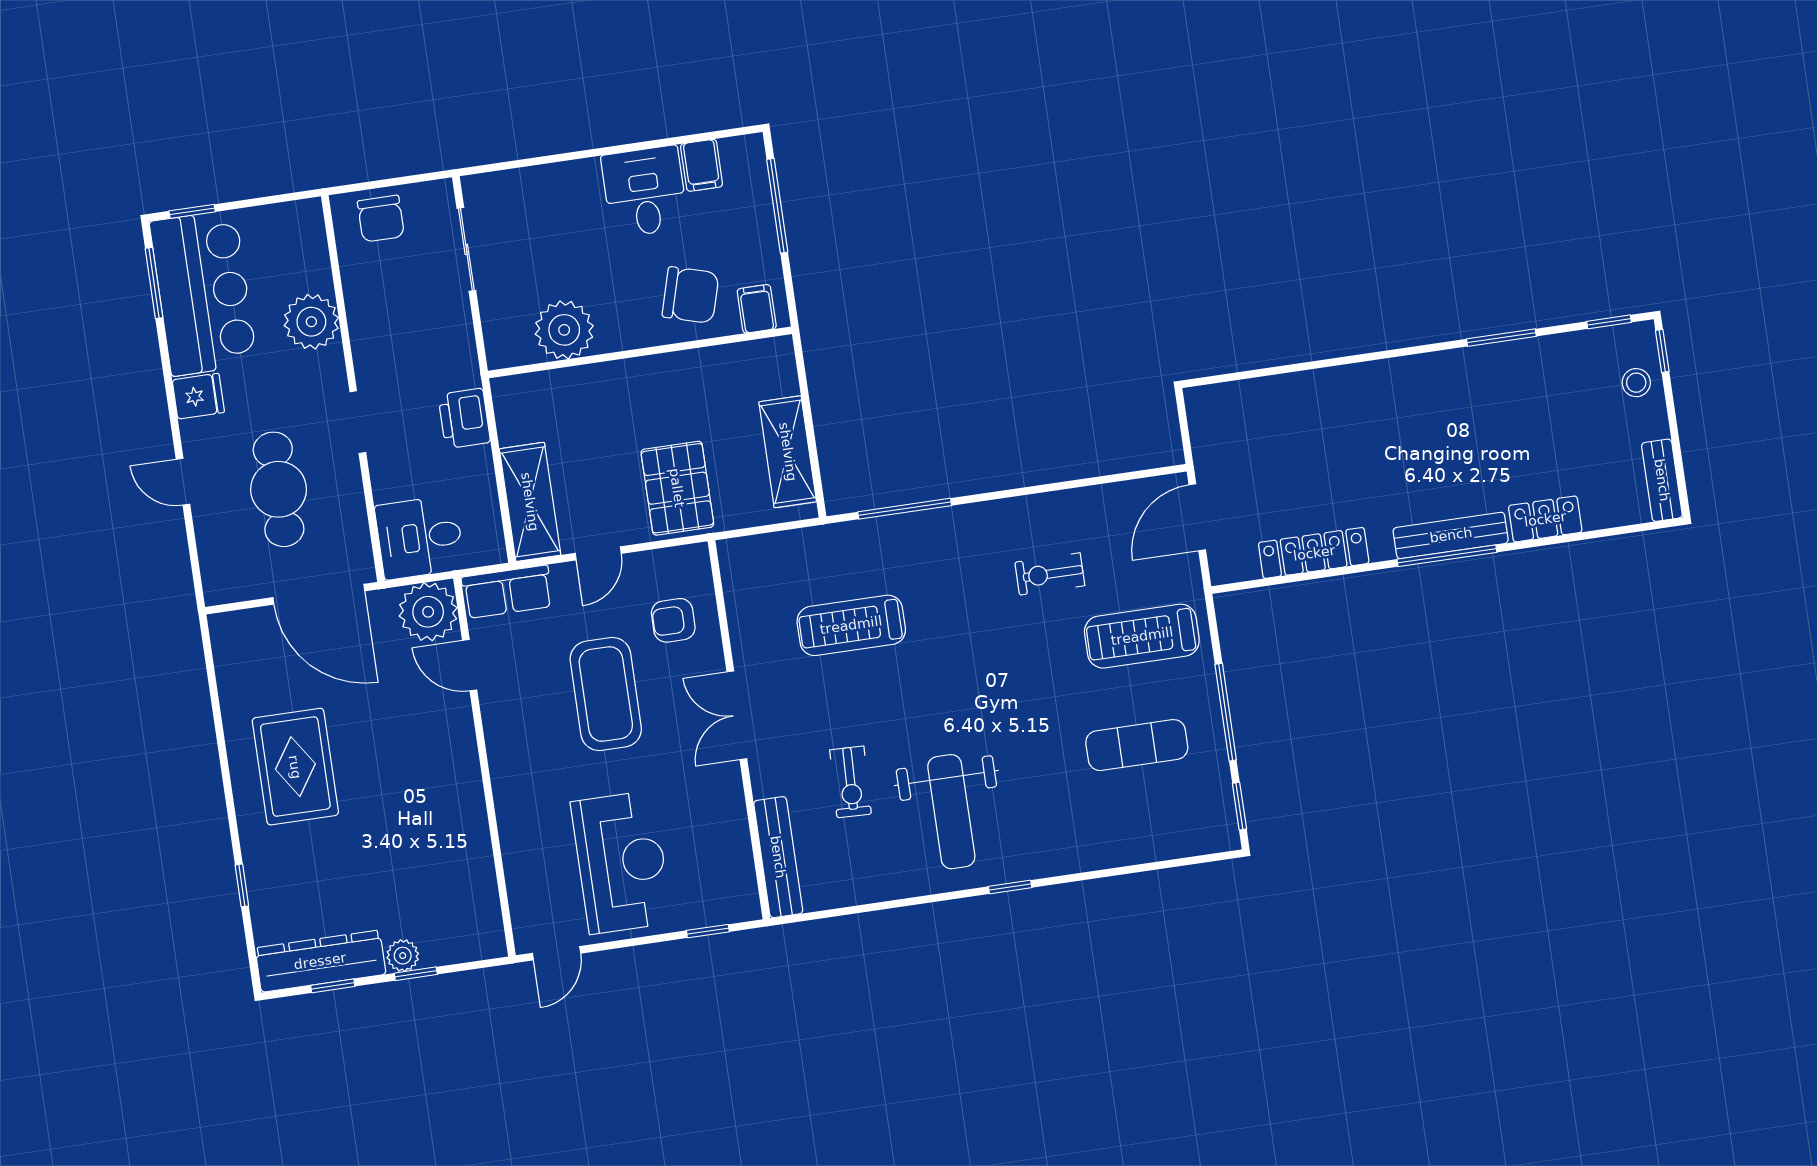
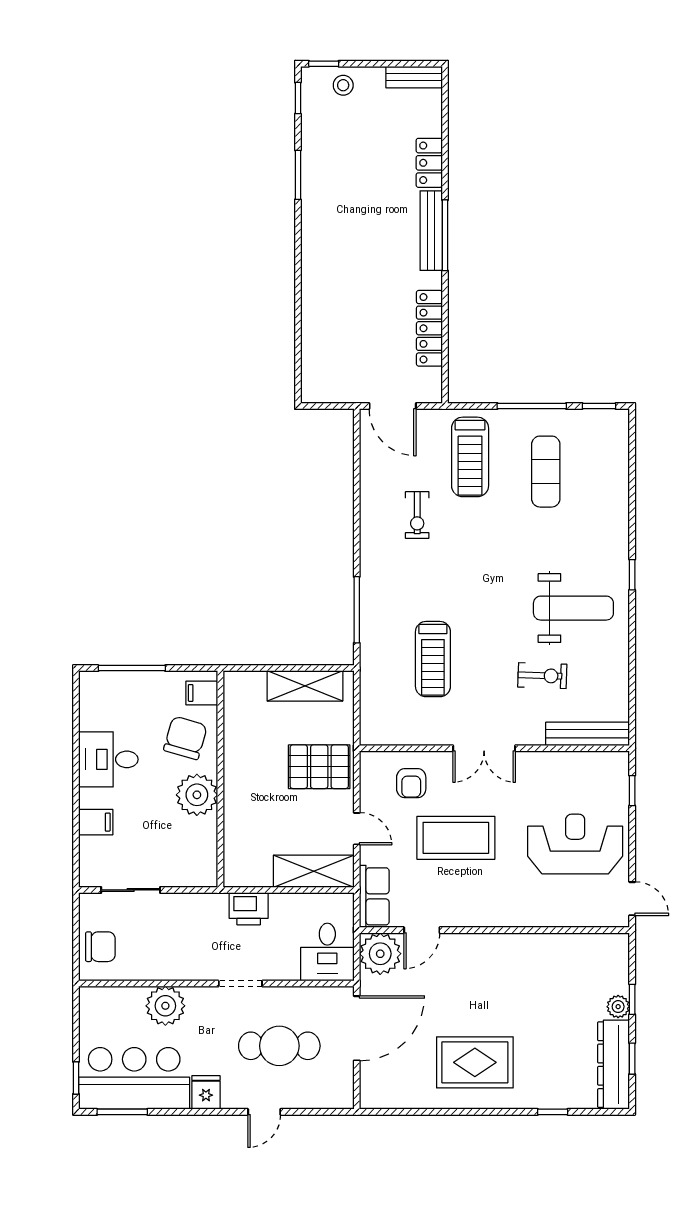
filing cabinet: (702, 165) -> (96, 822), moved
plant: (564, 330) -> (197, 795), moved

